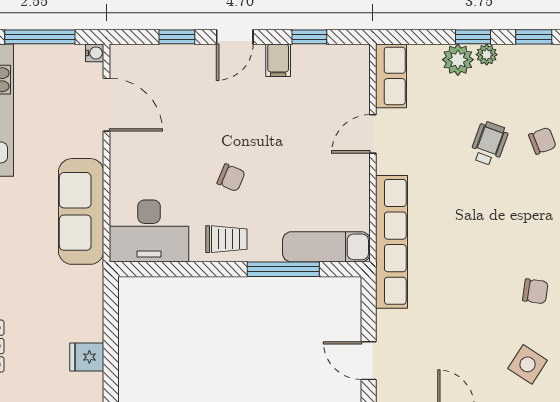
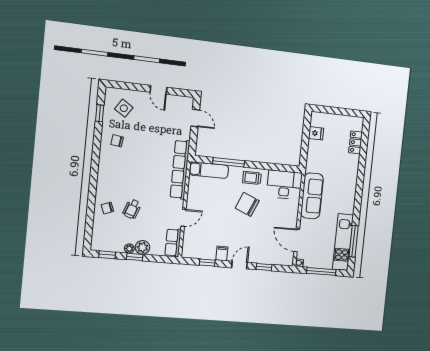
chair: (231, 178) -> (247, 204), width x1.87, depth x1.87

